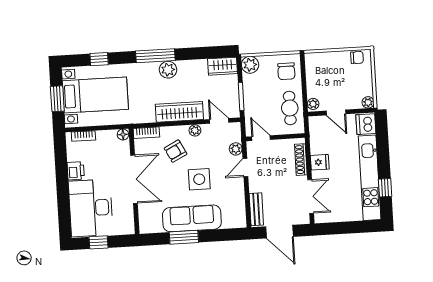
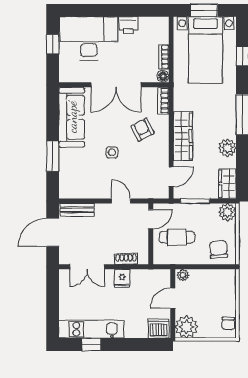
plant: (168, 70) -> (227, 148), moved
chair: (286, 71) -> (218, 249), turned 86
plant: (368, 102) -> (186, 327), width x1.88, depth x1.88
cafe table: (290, 108) -> (177, 237), moved
plant: (195, 130) -> (163, 151), removed
bookcase: (83, 136) -> (164, 57), moved
plant: (236, 149) -> (141, 192), removed
shoe rack: (301, 160) -> (126, 259), width x0.70
kitchen unit: (370, 178) -> (91, 329), width x0.73
side table: (199, 179) -> (112, 152), width x0.54, depth x0.54
sofa: (192, 218) -> (72, 117), moved
window: (184, 237) -> (53, 156), moved

